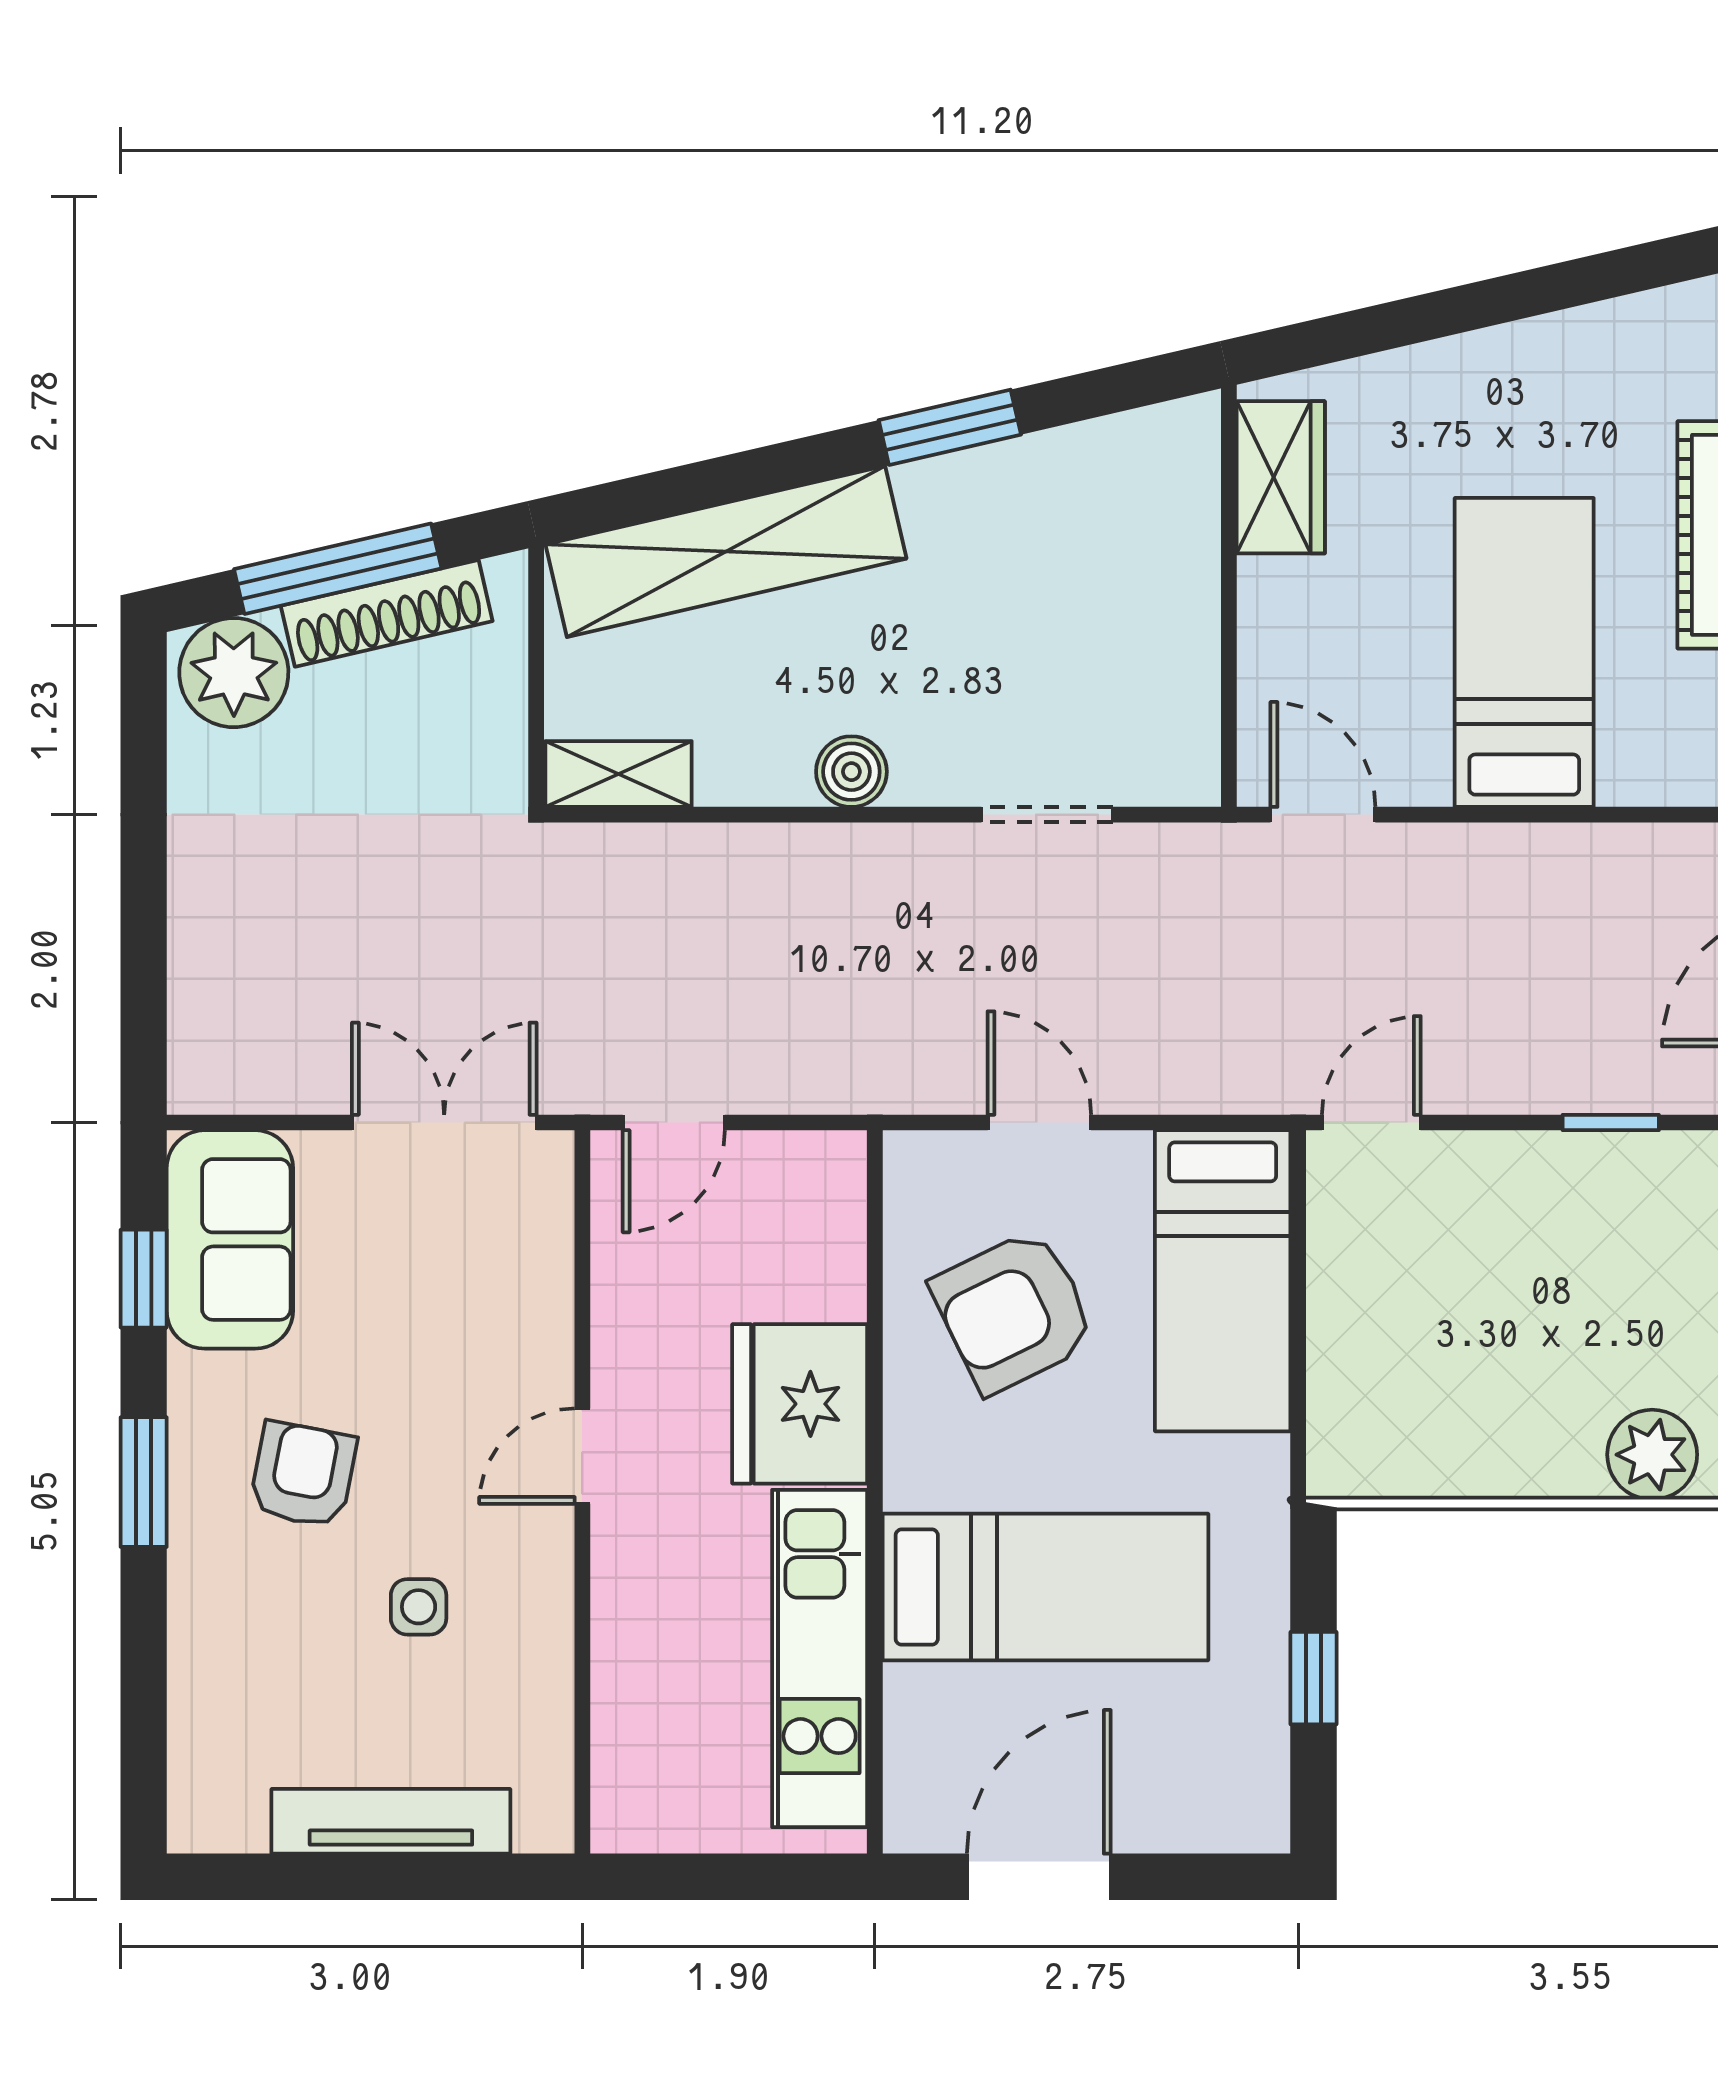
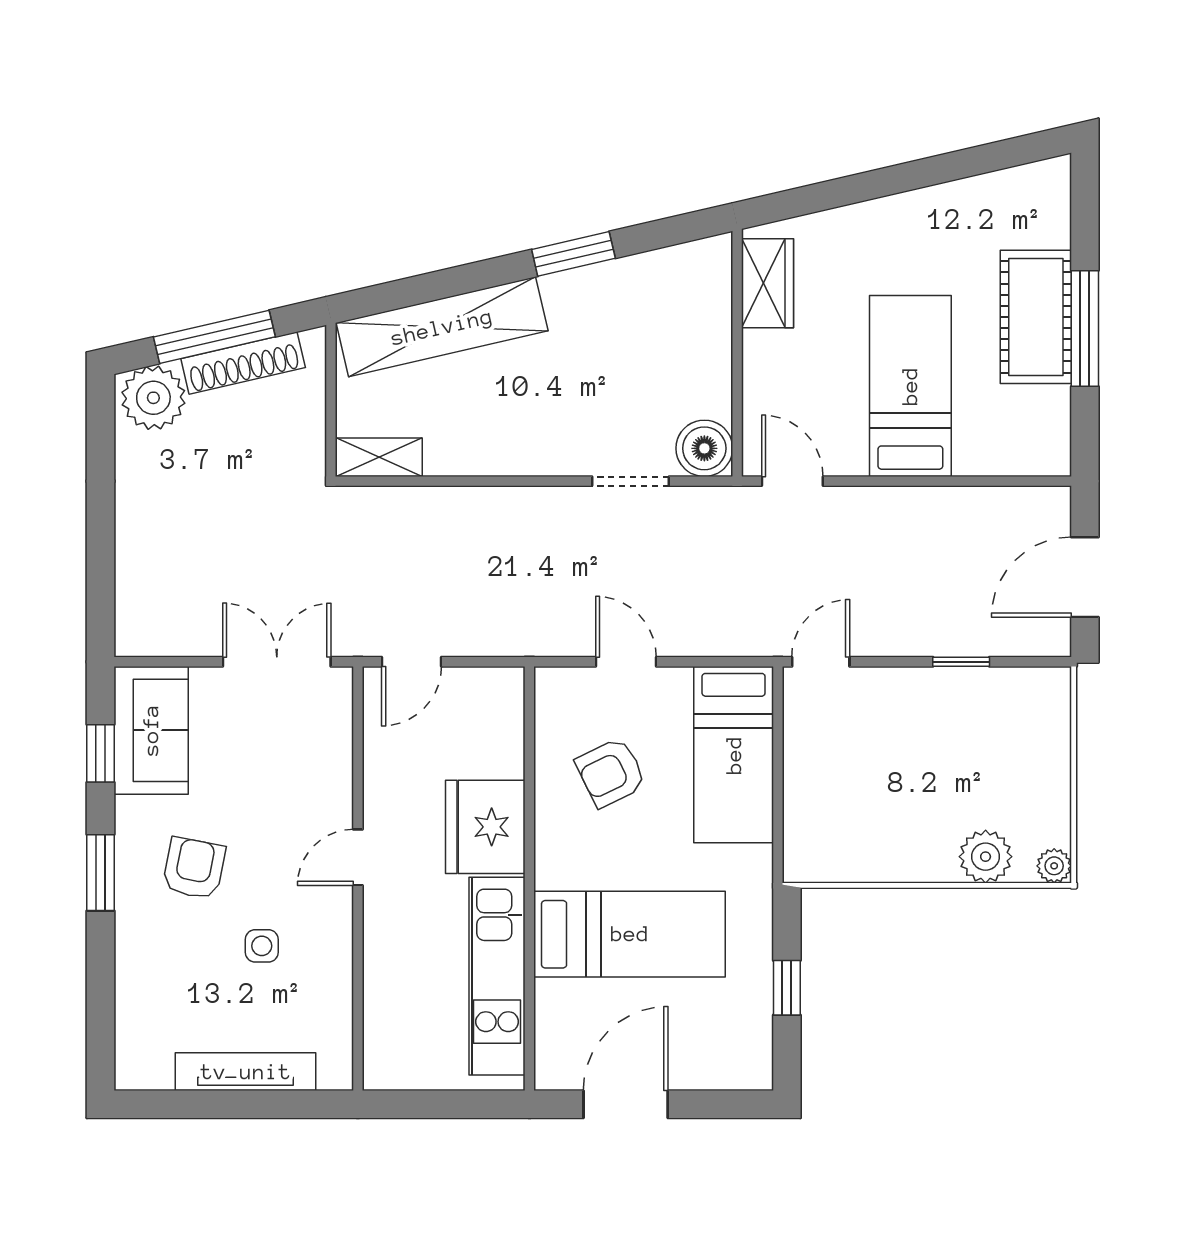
boiler: (851, 772) -> (704, 448), moved, width x1.36, depth x1.36
armchair: (1014, 1311) -> (611, 773), width x0.72, depth x0.72

